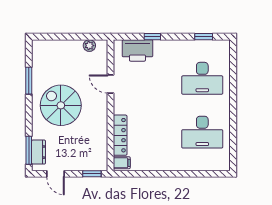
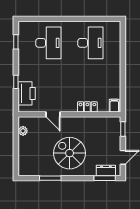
door: (111, 84) -> (53, 114), hinge flipped
spiral stairs: (61, 105) -> (70, 153), turned 90
locker: (120, 135) -> (87, 107), width x0.66

